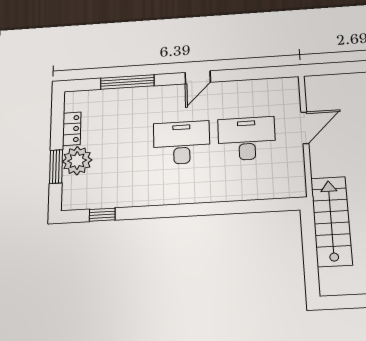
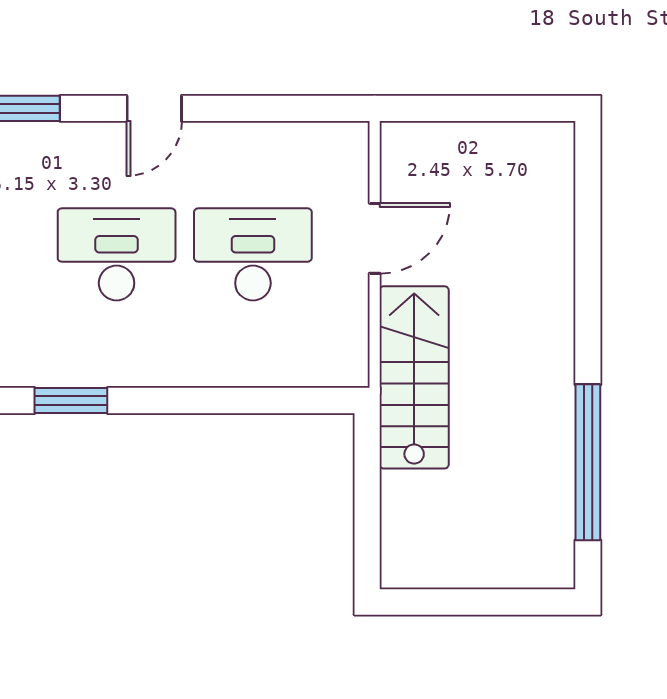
window: (161, 211) -> (71, 400), added
stairs: (331, 221) -> (414, 377), moved

